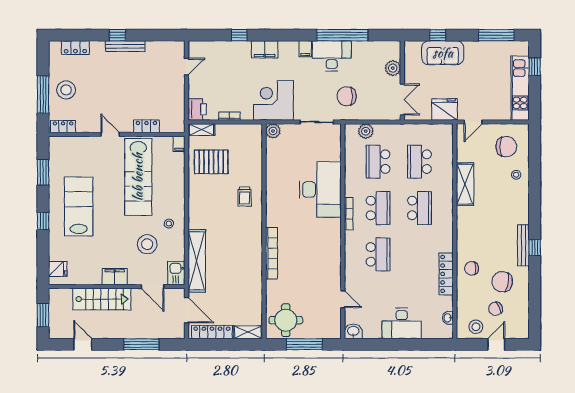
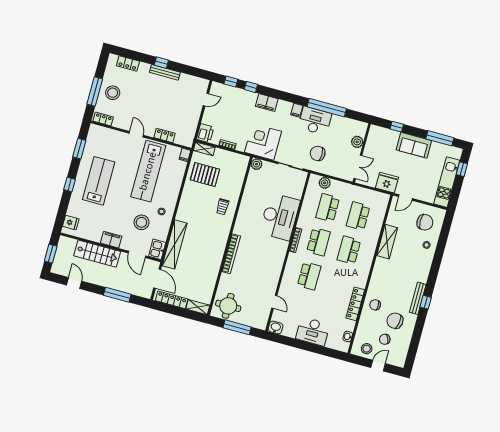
window: (212, 35) -> (231, 82), added
sofa: (443, 53) -> (414, 145), moved
school desk: (419, 208) -> (349, 250), turned 180

